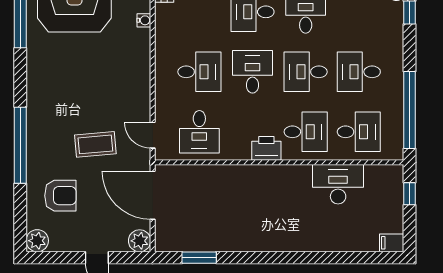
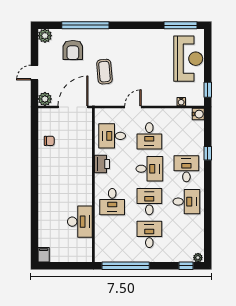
desk: (359, 132) -> (112, 234), removed
door: (153, 135) -> (133, 107), moved
window: (20, 145) -> (85, 25), moved
printer: (266, 148) -> (102, 164), moved
window: (409, 194) -> (74, 266), removed
chair: (207, 234) -> (49, 141), added
window: (199, 258) -> (34, 136), removed

